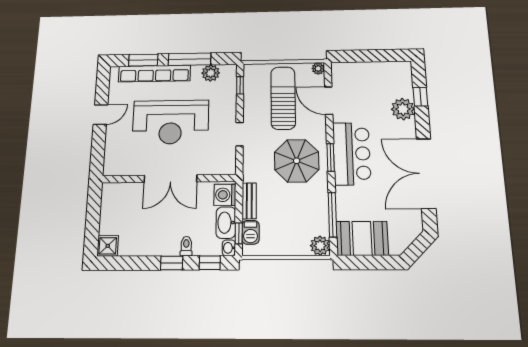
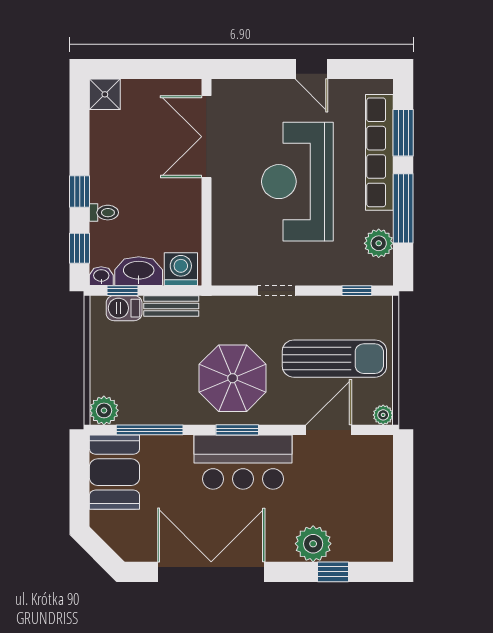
double door: (170, 179) -> (206, 137), moved

